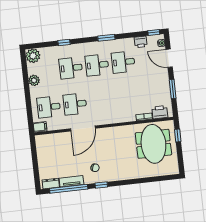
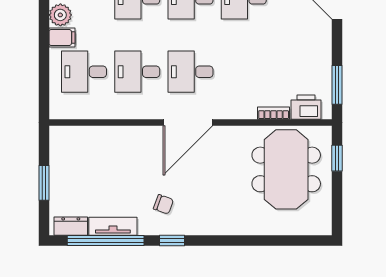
window: (173, 89) -> (337, 85), moved
desk: (101, 101) -> (190, 72), added
filing cabinet: (40, 127) -> (62, 37), moved
door: (83, 128) -> (188, 123), moved
window: (35, 164) -> (44, 183), added

